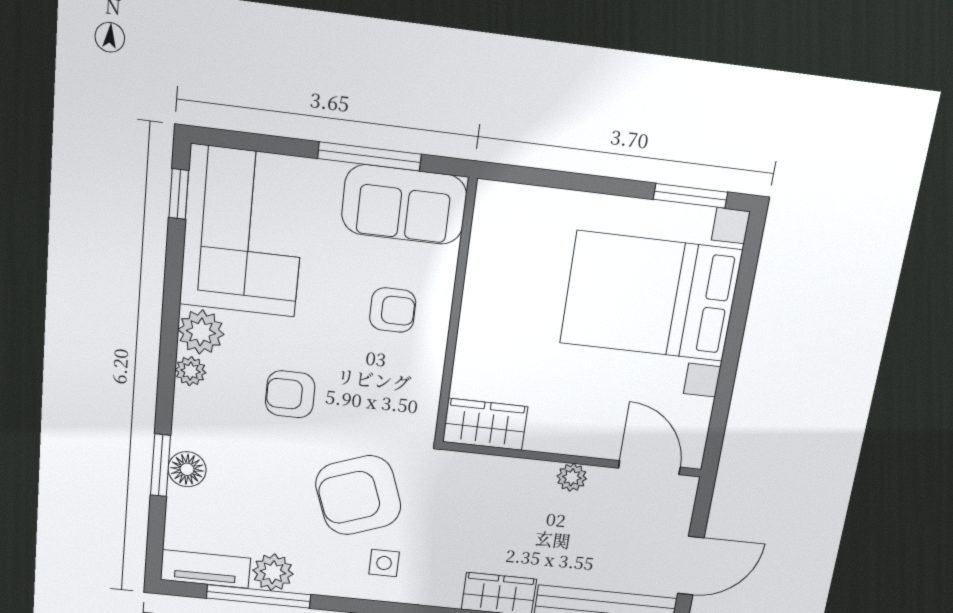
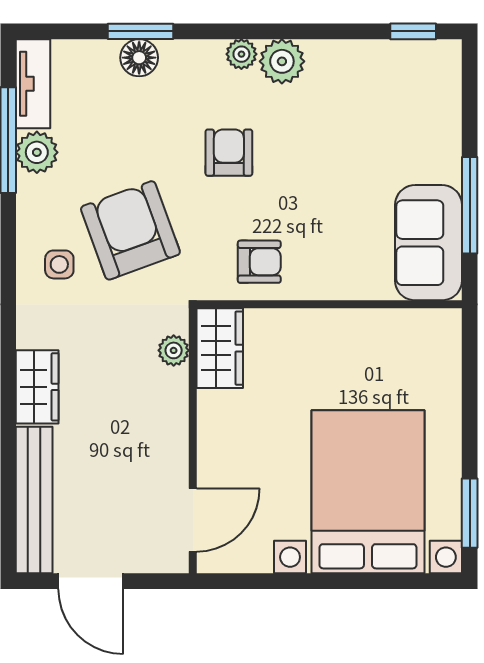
corner sofa: (243, 232) -> (385, 94), removed
armchair: (393, 310) -> (259, 262), moved, turned -90
plant: (572, 477) -> (174, 350), moved

